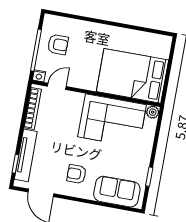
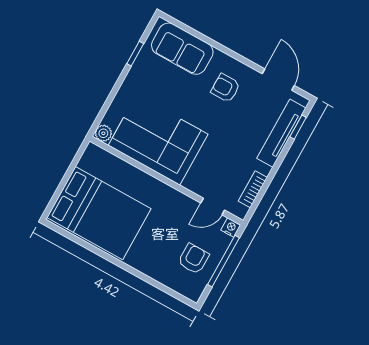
armchair: (58, 44) -> (193, 259), turned 90
bed: (132, 76) -> (99, 213), moved
bookcase: (33, 108) -> (253, 189), width x0.64
armchair: (77, 174) -> (226, 88), turned 180

